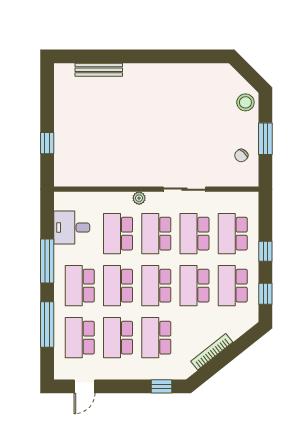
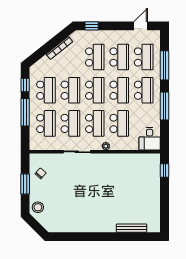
window: (47, 143) -> (165, 171), moved
desk: (72, 228) -> (150, 139), moved, turned 90
window: (265, 251) -> (25, 112), width x2.17

